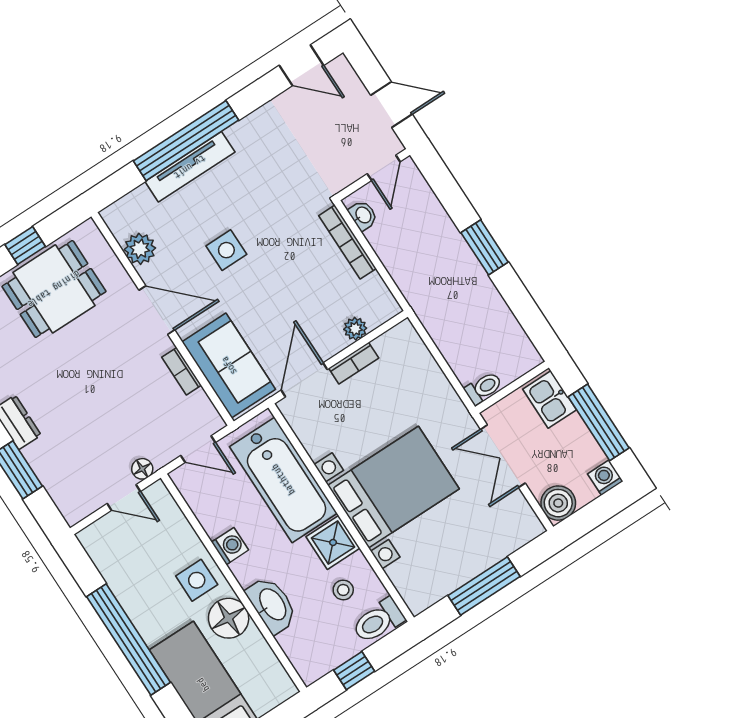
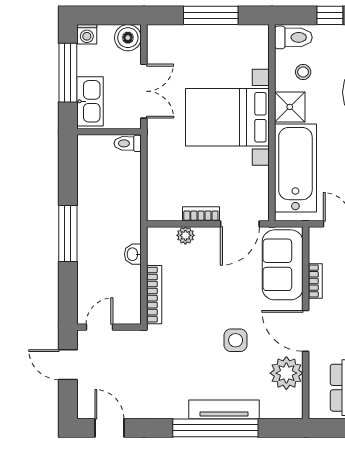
washbasin: (363, 215) -> (133, 254), moved
window: (485, 247) -> (68, 234), width x1.44
plant: (140, 249) -> (286, 373), width x1.36, depth x1.36
kitchen sink: (550, 400) -> (90, 101), width x1.38

